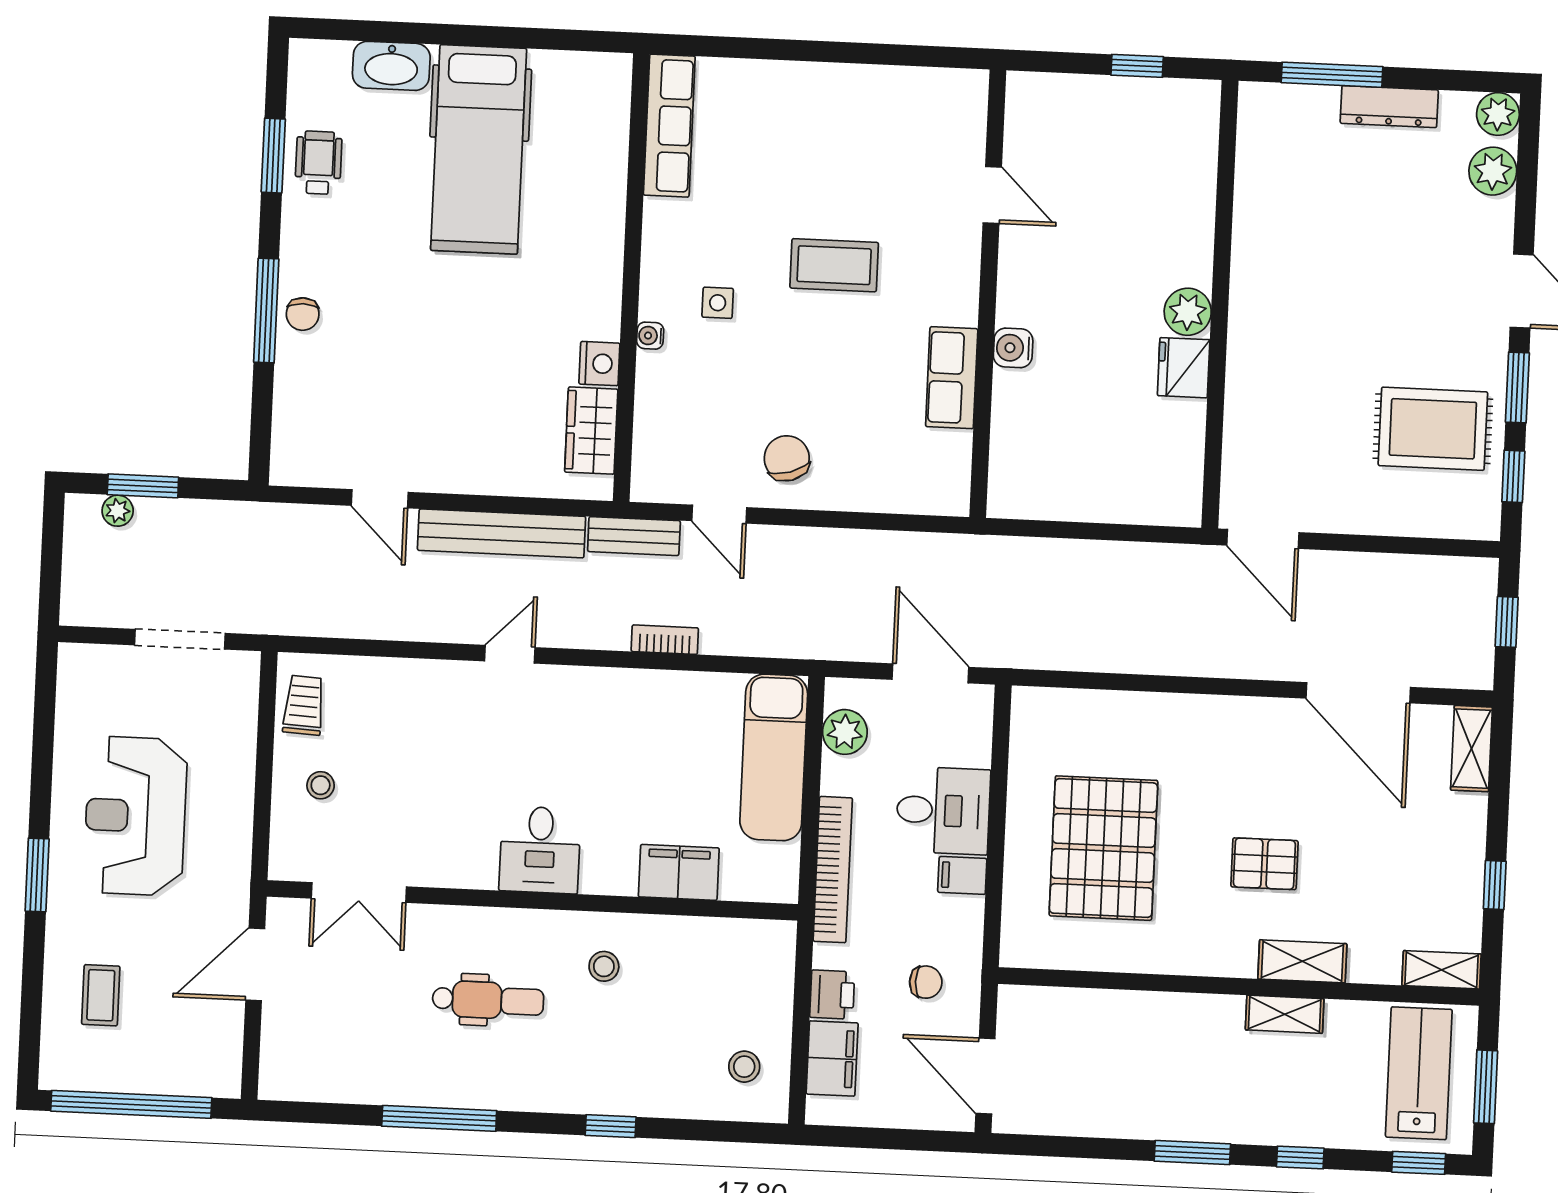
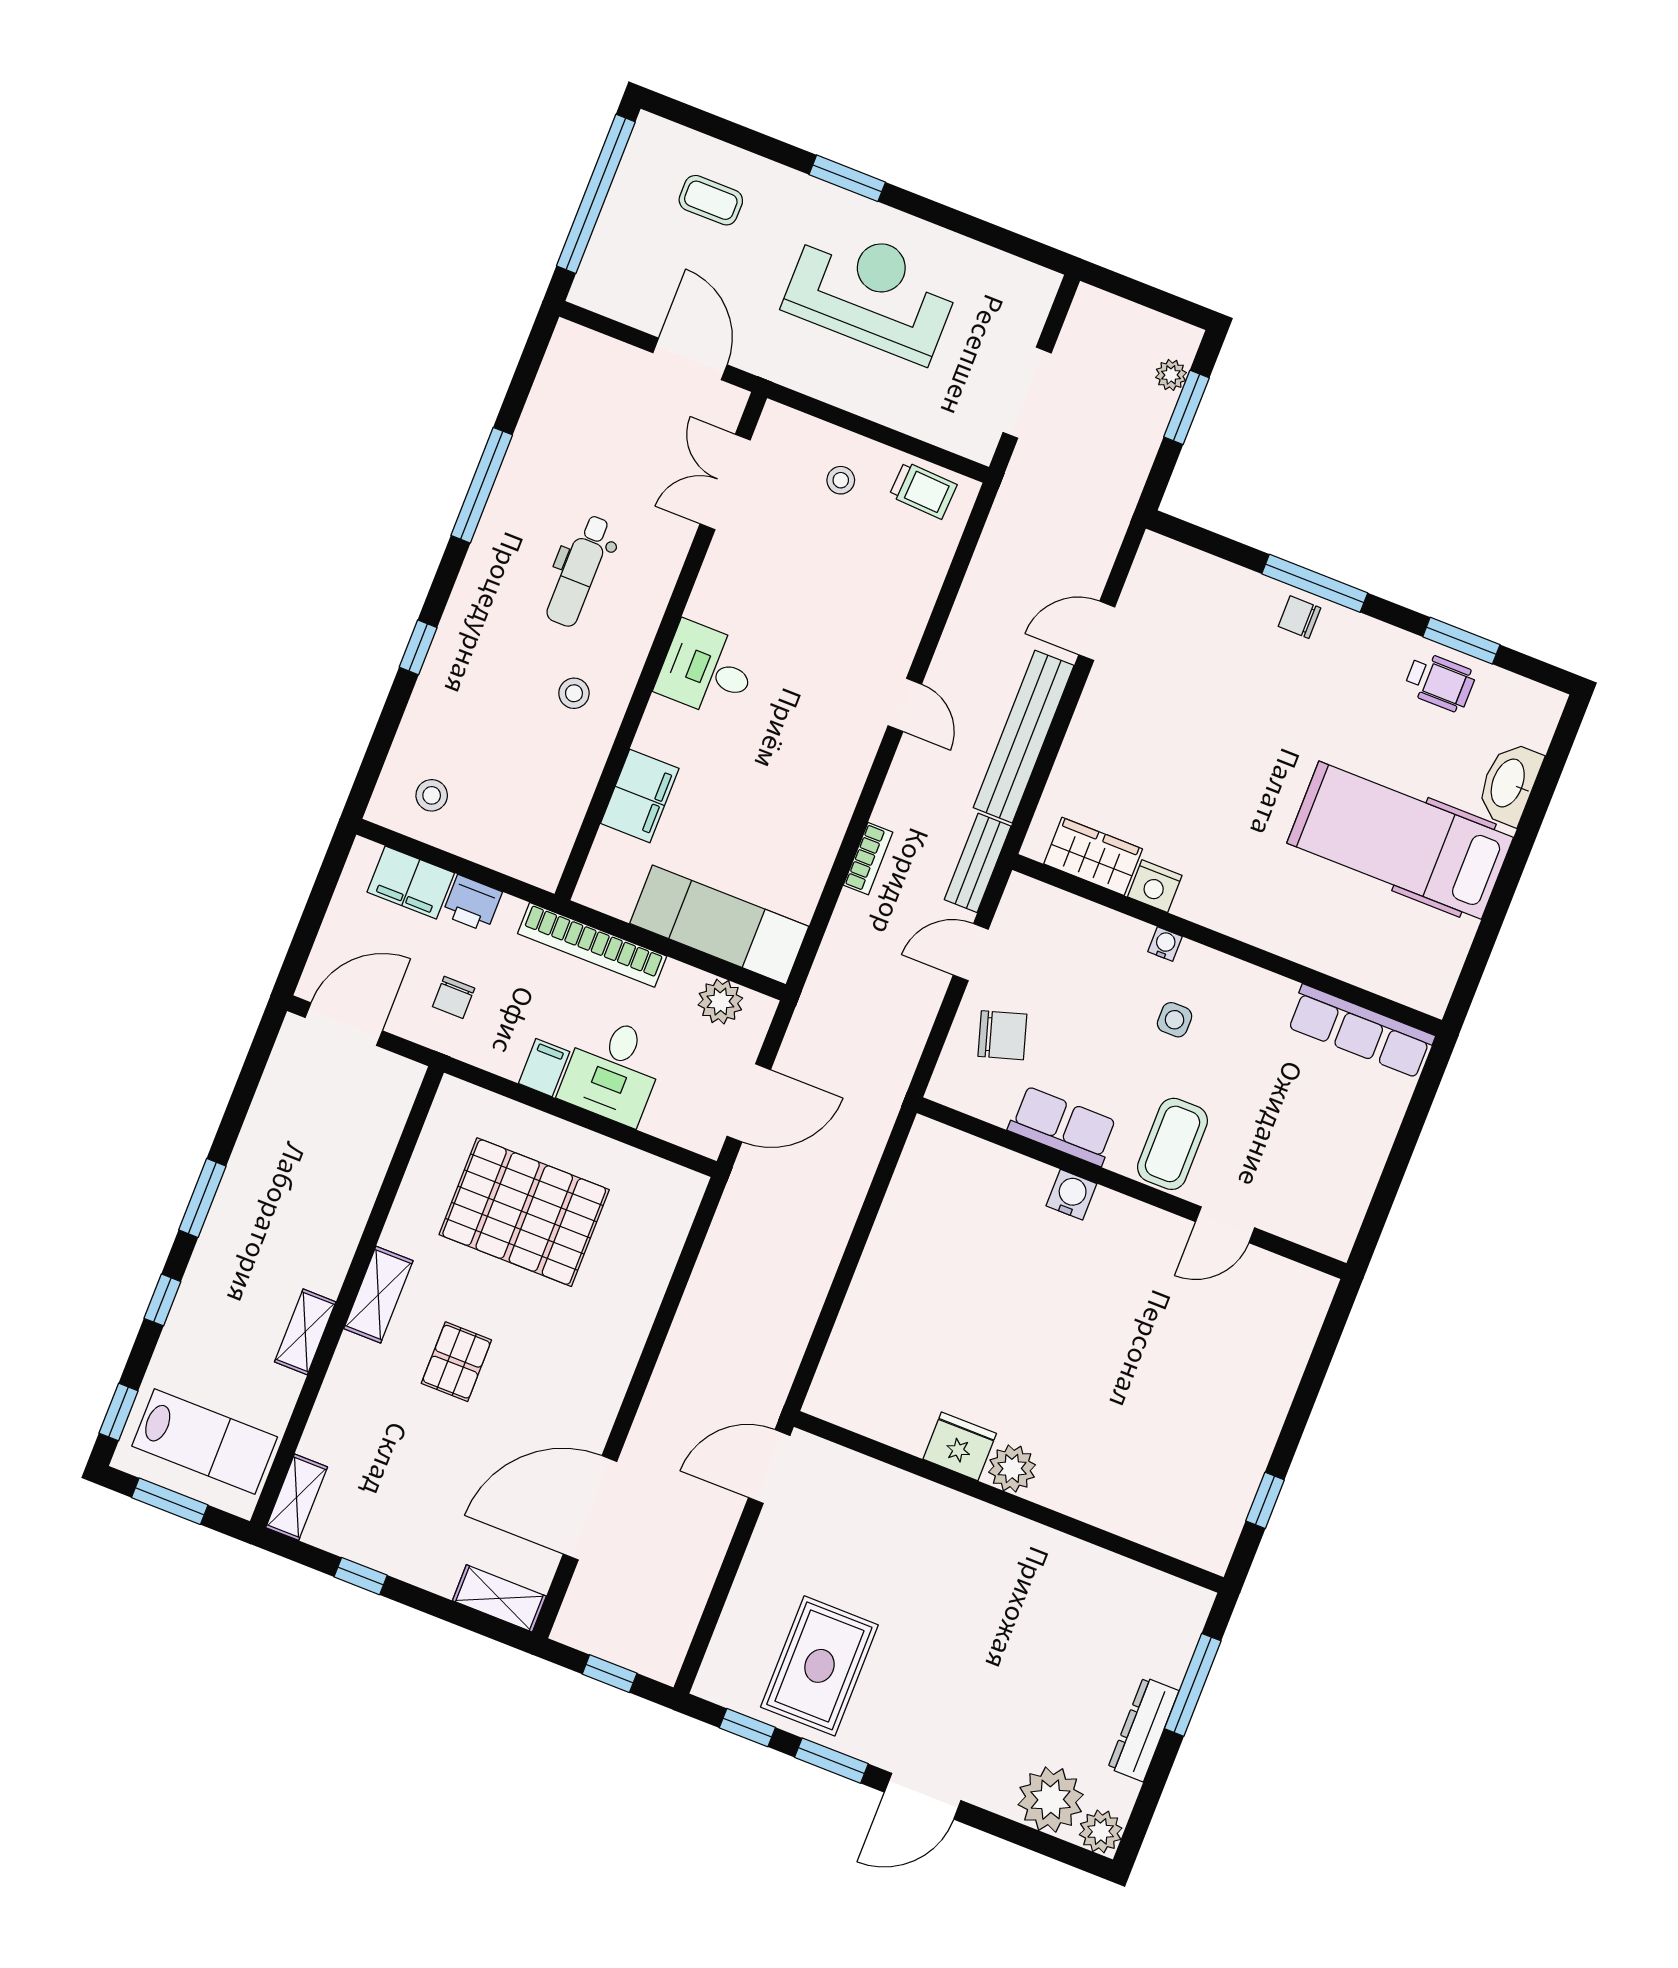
plant: (1493, 171) -> (1051, 1800), width x1.36, depth x1.36
door: (992, 195) -> (1225, 1225), moved
wall: (988, 294) -> (1132, 1188), moved
water cooler: (1013, 348) -> (1071, 1195), moved
row of seats: (952, 378) -> (1063, 1126), moved
shelving: (1302, 961) -> (378, 1295), moved

